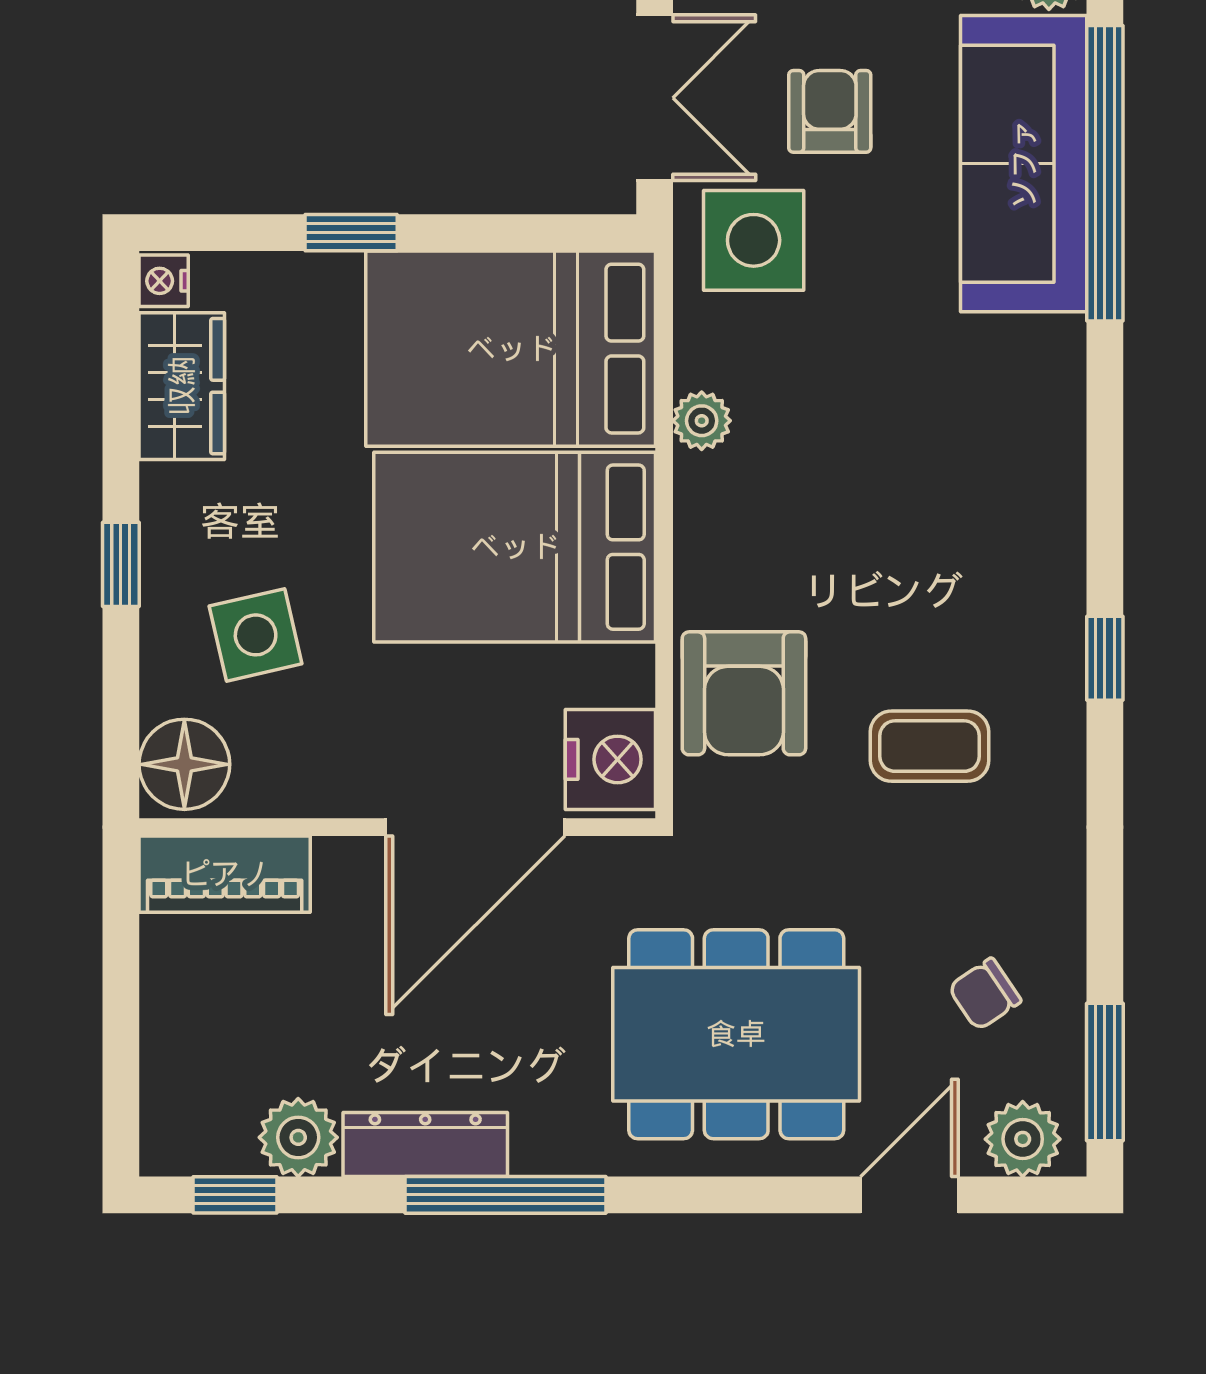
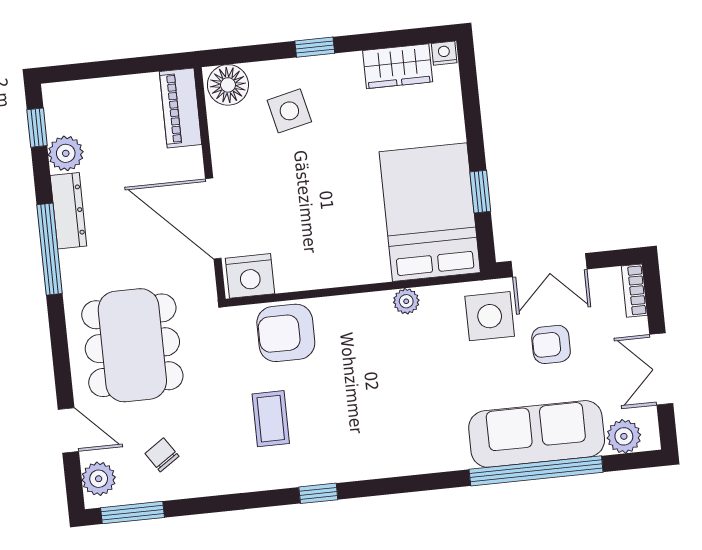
armchair: (830, 111) -> (551, 344), turned 180
window: (351, 233) -> (480, 192), moved
bed: (515, 547) -> (341, 223), removed

